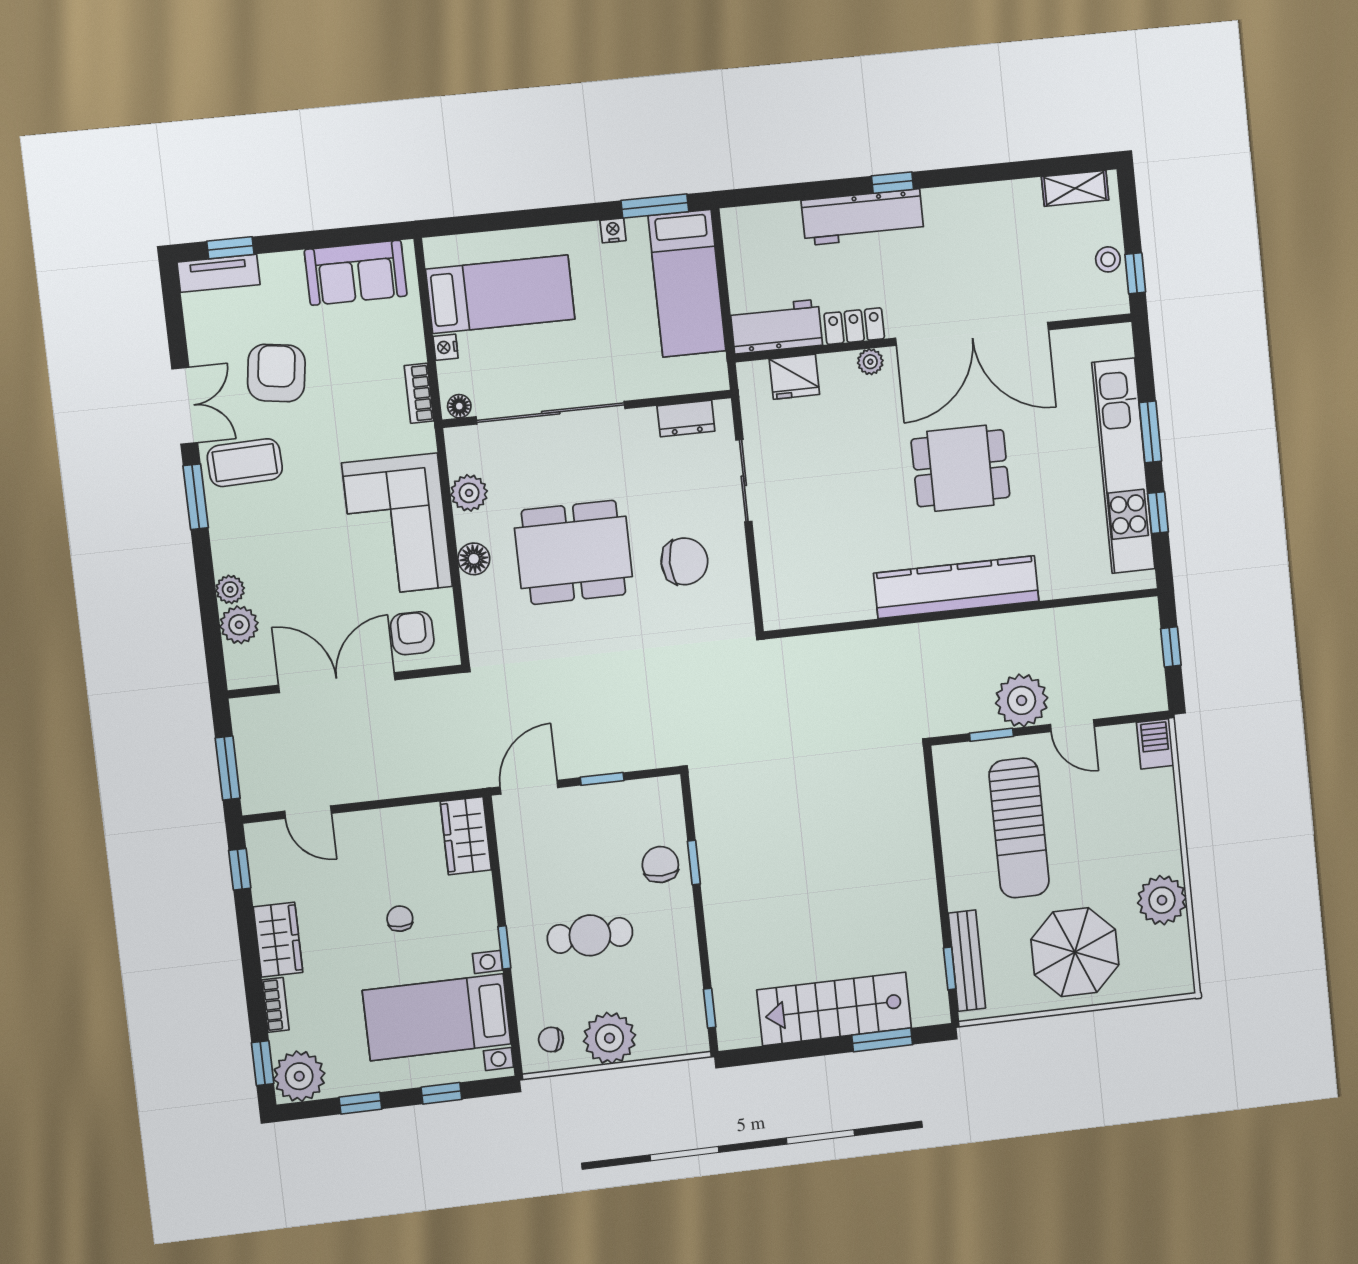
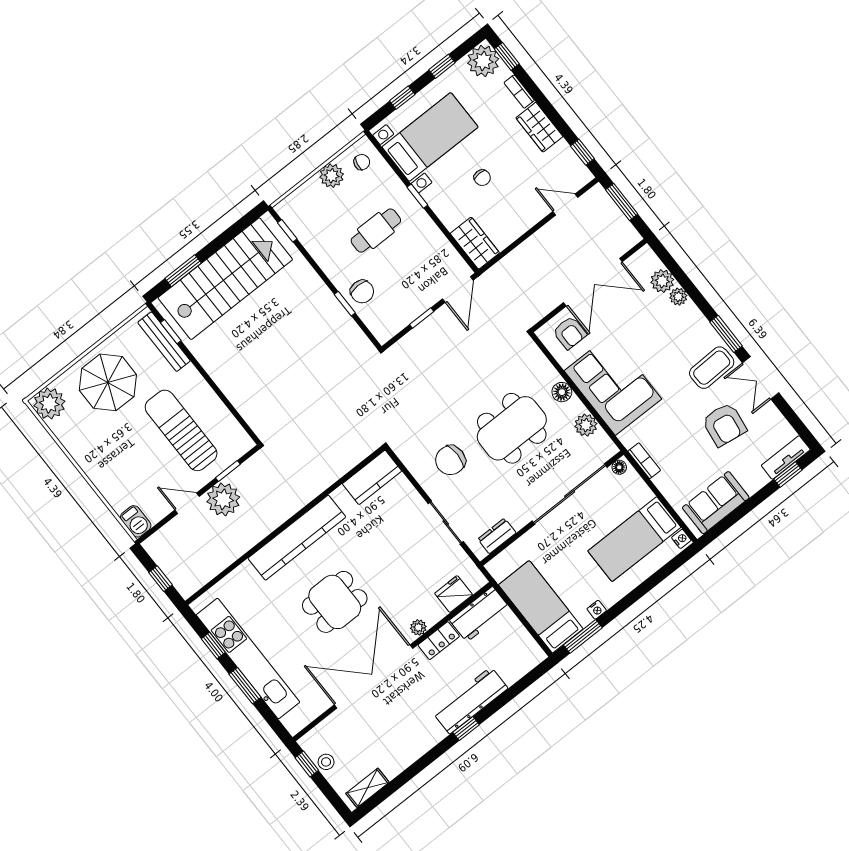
nightstand: (446, 347) -> (681, 539), moved
kitchen counter: (805, 605) -> (372, 477), added
plant: (1162, 900) -> (49, 404), moved
stairs: (834, 1009) -> (225, 279), width x1.36, depth x1.51
plant: (610, 1038) -> (332, 176), width x0.73, depth x0.73

